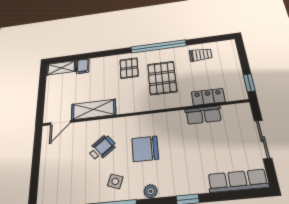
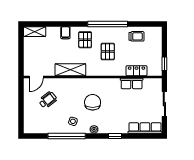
filing cabinet: (83, 66) -> (65, 33), moved
pallet: (162, 78) -> (108, 52), width x0.67, depth x0.71
shelving: (94, 109) -> (70, 70), moved
wheelchair: (102, 148) -> (48, 100), moved
chair: (145, 149) -> (93, 102), turned 90

